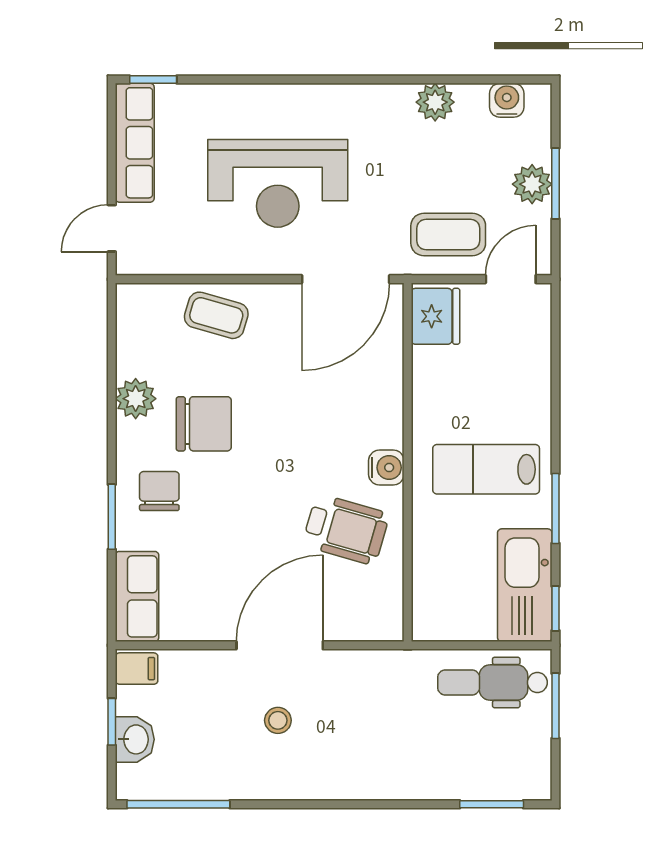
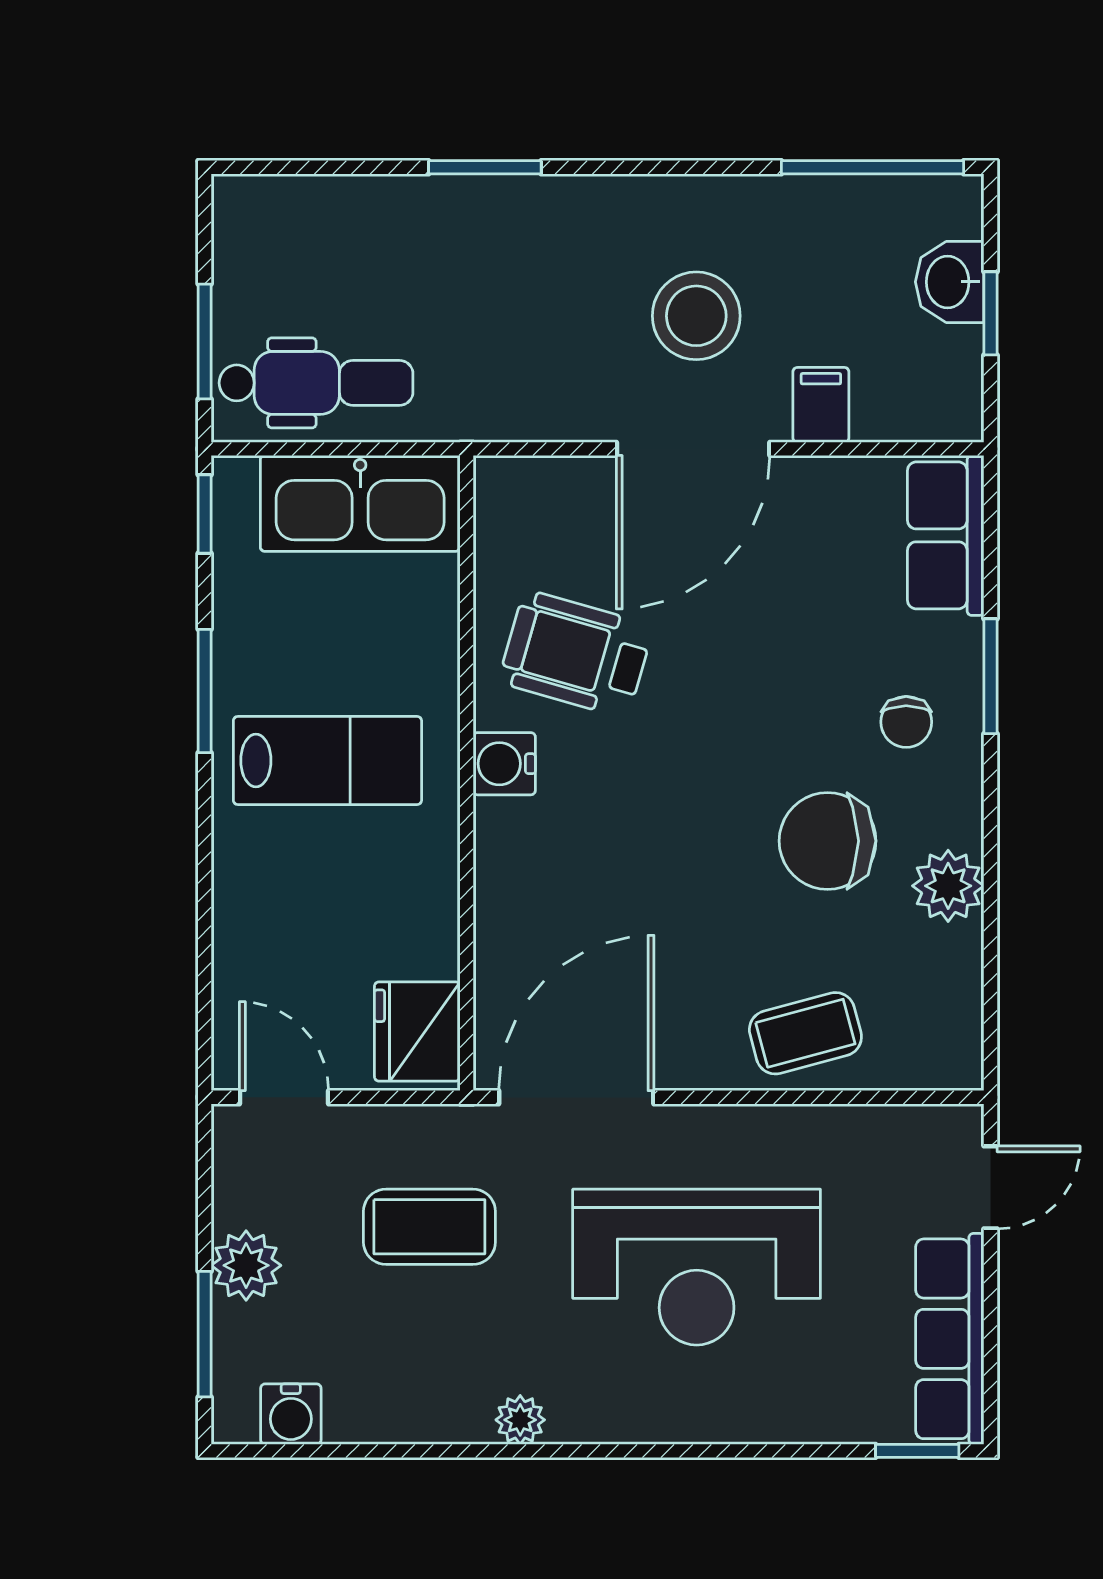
plant: (435, 102) -> (520, 1420), moved, width x0.73, depth x0.73
reception desk: (278, 183) -> (697, 1267), turned 180
window: (555, 183) -> (205, 1334), moved
coffee table: (448, 235) -> (429, 1227), moved
door: (511, 279) -> (284, 1097), swing flipped
coffee table: (216, 315) -> (805, 1033), turned -31
chair: (159, 491) -> (906, 722), width x0.73, depth x0.73
kitchen sink: (525, 585) -> (360, 503), moved, turned 90
filing cabinet: (137, 669) -> (821, 405), moved, turned 90
stool: (278, 720) -> (696, 316), width x1.89, depth x1.89
window: (492, 804) -> (485, 167), moved

